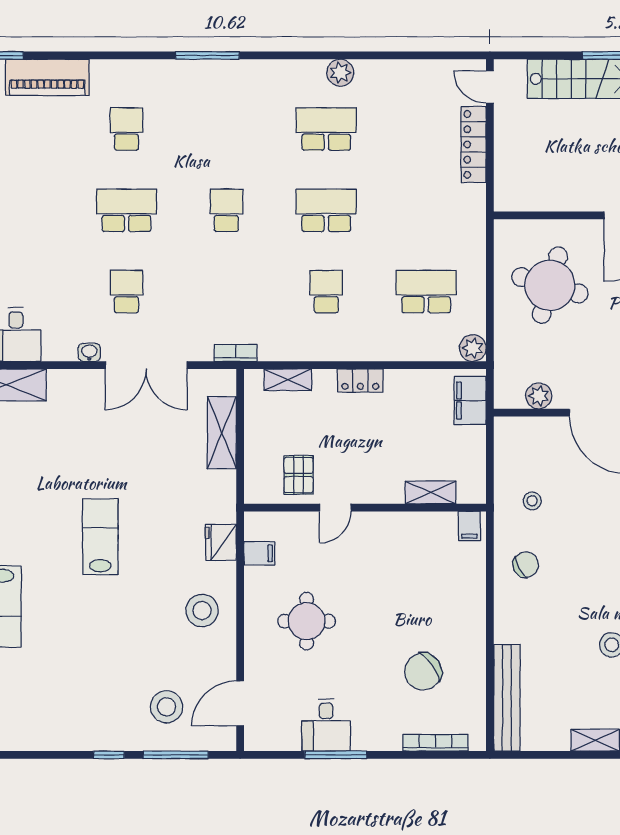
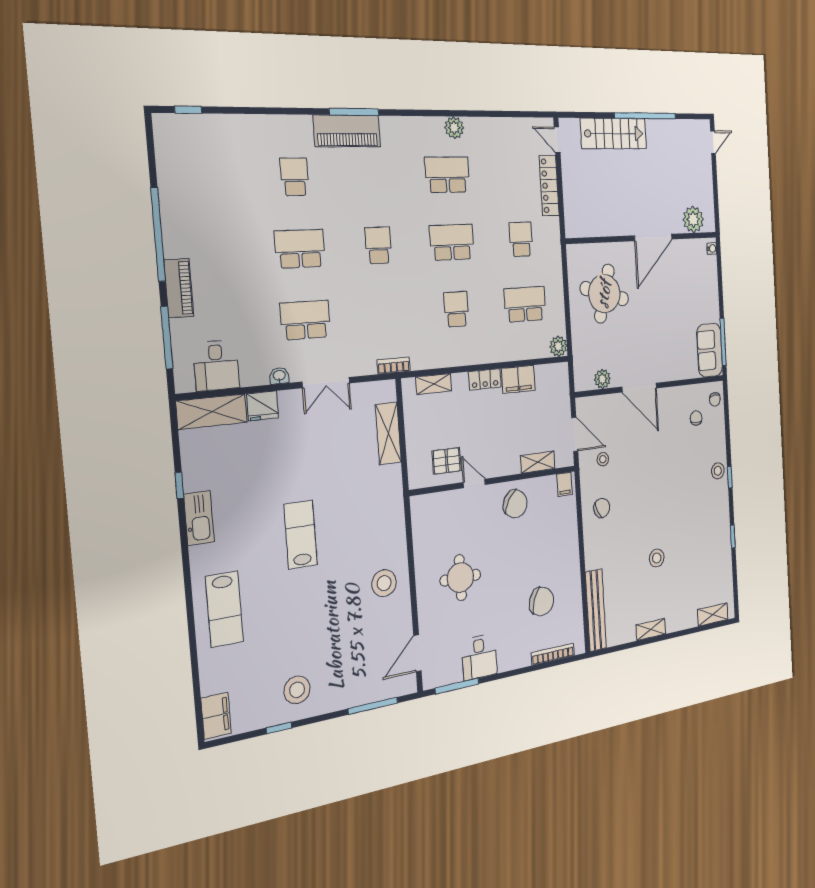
piano: (47, 77) -> (347, 131), moved
school desk: (426, 210) -> (521, 239), added
school desk: (126, 292) -> (305, 320), width x1.85
double door: (146, 365) -> (326, 383), width x0.73
filing cabinet: (470, 400) -> (518, 379), moved, turned -90
door: (490, 463) -> (575, 434), added
pallet: (299, 475) -> (447, 461), turned 90
door: (335, 508) -> (474, 483), swing flipped
chair: (393, 541) -> (515, 504), added
fridge: (221, 542) -> (262, 406), moved, turned -90
filing cabinet: (259, 553) -> (423, 529), removed
chair: (423, 672) -> (542, 602), turned -124
stool: (166, 707) -> (297, 690), moved
window: (109, 755) -> (279, 728), moved
window: (336, 755) -> (457, 686), moved

